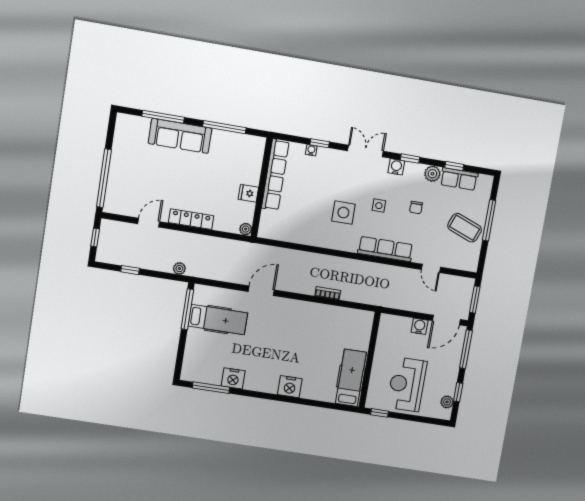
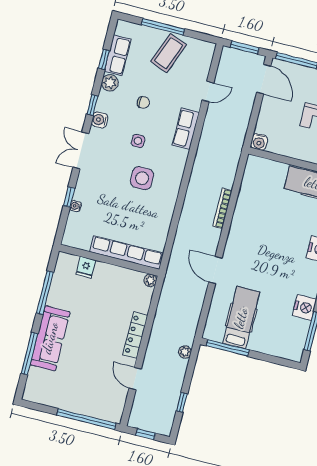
row of seats: (275, 175) -> (127, 253), moved
fridge: (248, 193) -> (86, 267), moved
row of seats: (385, 249) -> (186, 129), width x0.68
bookcase: (328, 293) -> (222, 208), width x1.56
water cooler: (420, 326) -> (259, 142), moved, turned -90

